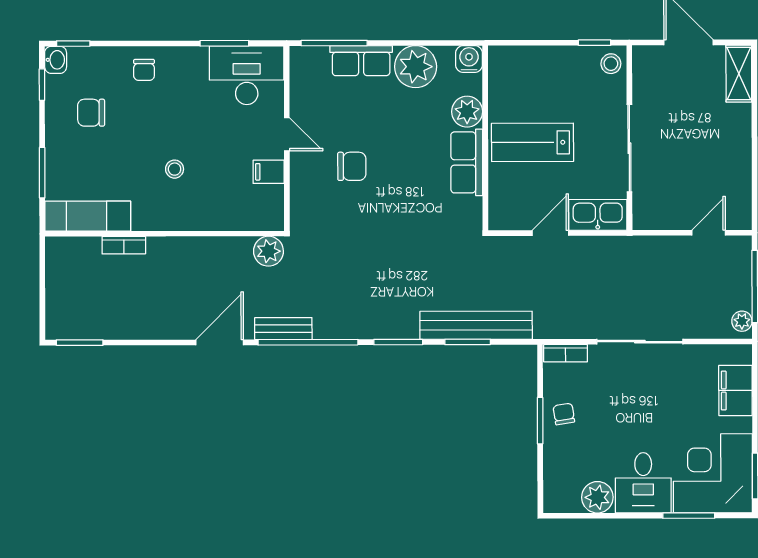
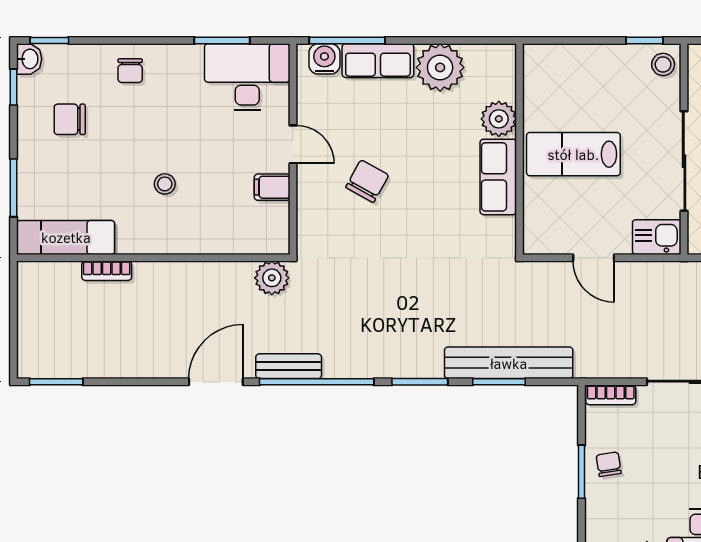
water cooler: (469, 59) -> (324, 59), moved
chair: (352, 166) -> (367, 181), turned -61
kitchen sink: (598, 215) -> (657, 237), width x0.73
door: (550, 233) -> (594, 258), swing flipped

